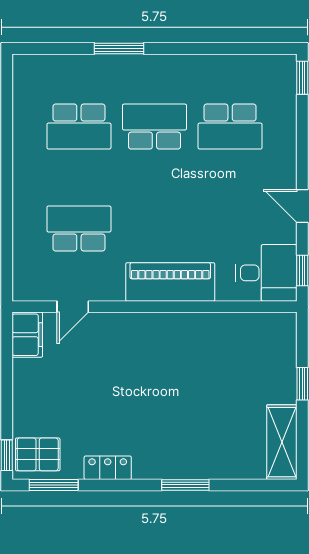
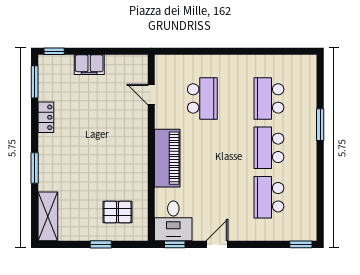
school desk: (154, 127) -> (269, 148), turned 180
filing cabinet: (27, 335) -> (89, 65), moved
shelving: (282, 442) -> (48, 216), moved, turned 90
pallet: (38, 454) -> (117, 212), moved, turned 90

